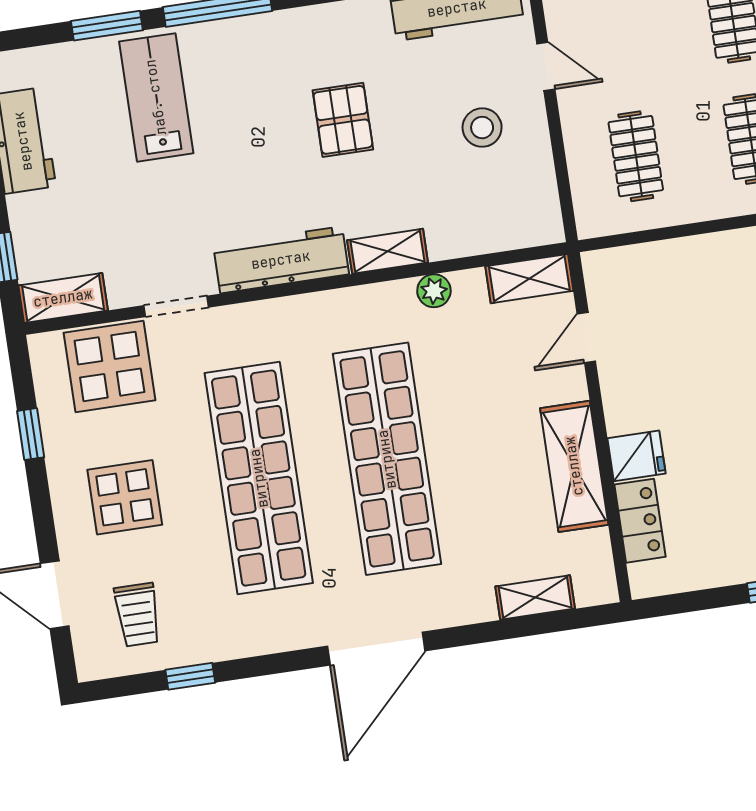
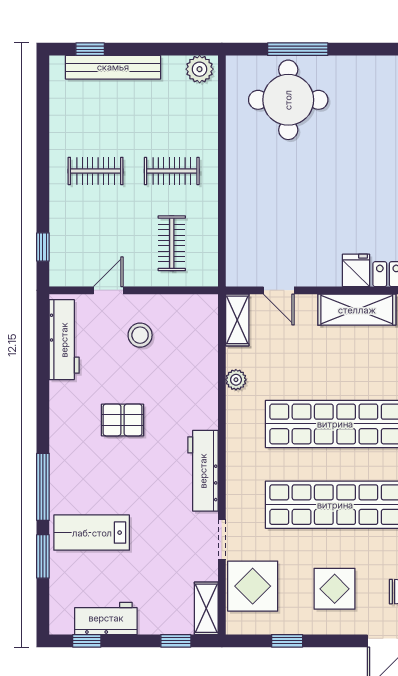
clothes rail: (636, 156) -> (172, 243), turned 90
shelving: (388, 251) -> (207, 405), removed

